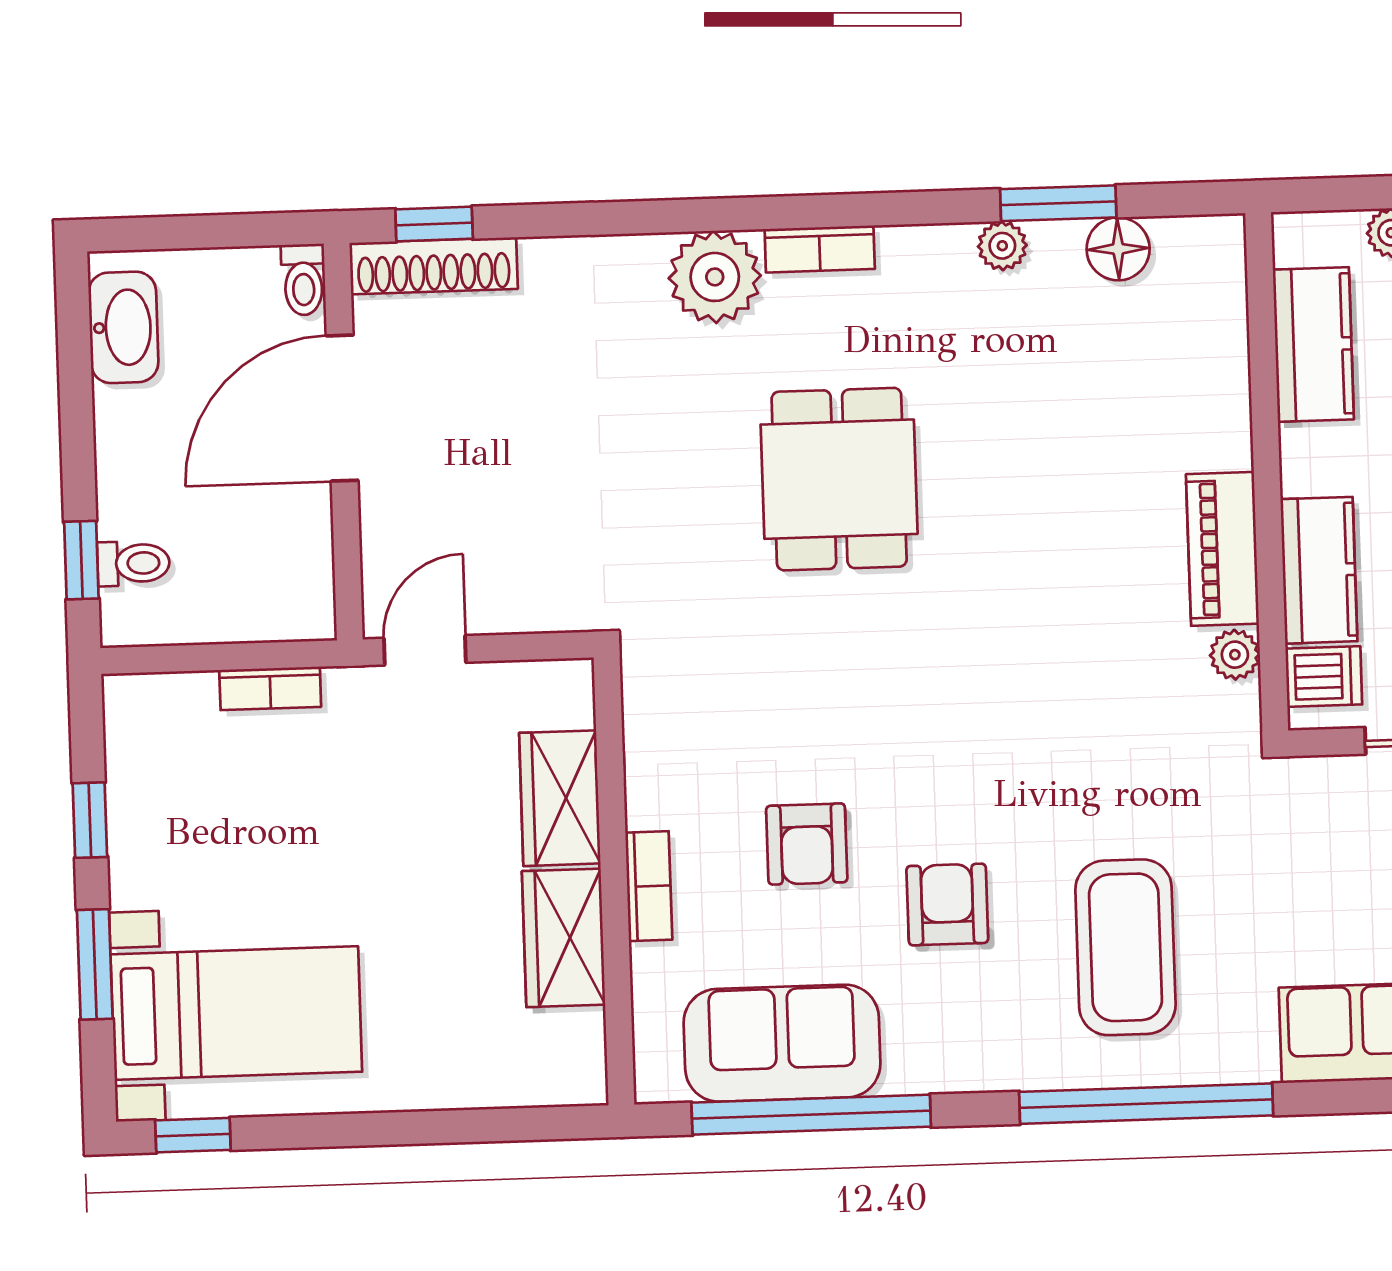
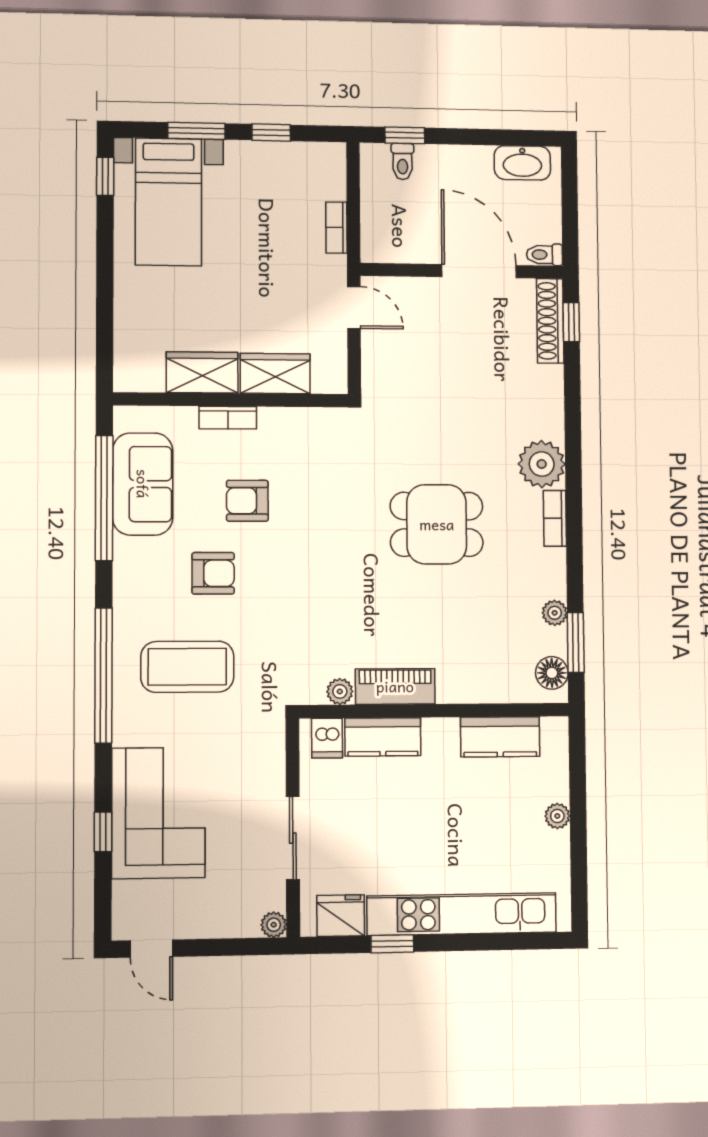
kitchen counter: (1313, 344) -> (500, 737), moved
wall: (1267, 472) -> (435, 711), moved
piano: (1222, 549) -> (395, 686), moved
kitchen counter: (1319, 570) -> (383, 737), moved
plant: (1235, 655) -> (340, 691), moved
dishwasher: (1324, 677) -> (327, 738), moved

